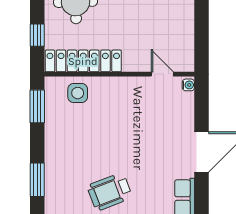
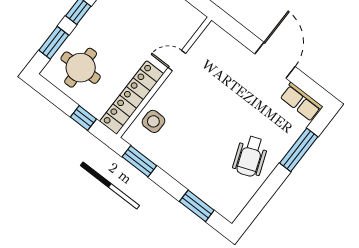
door: (162, 74) -> (177, 61), moved
water cooler: (188, 85) -> (214, 30), removed

